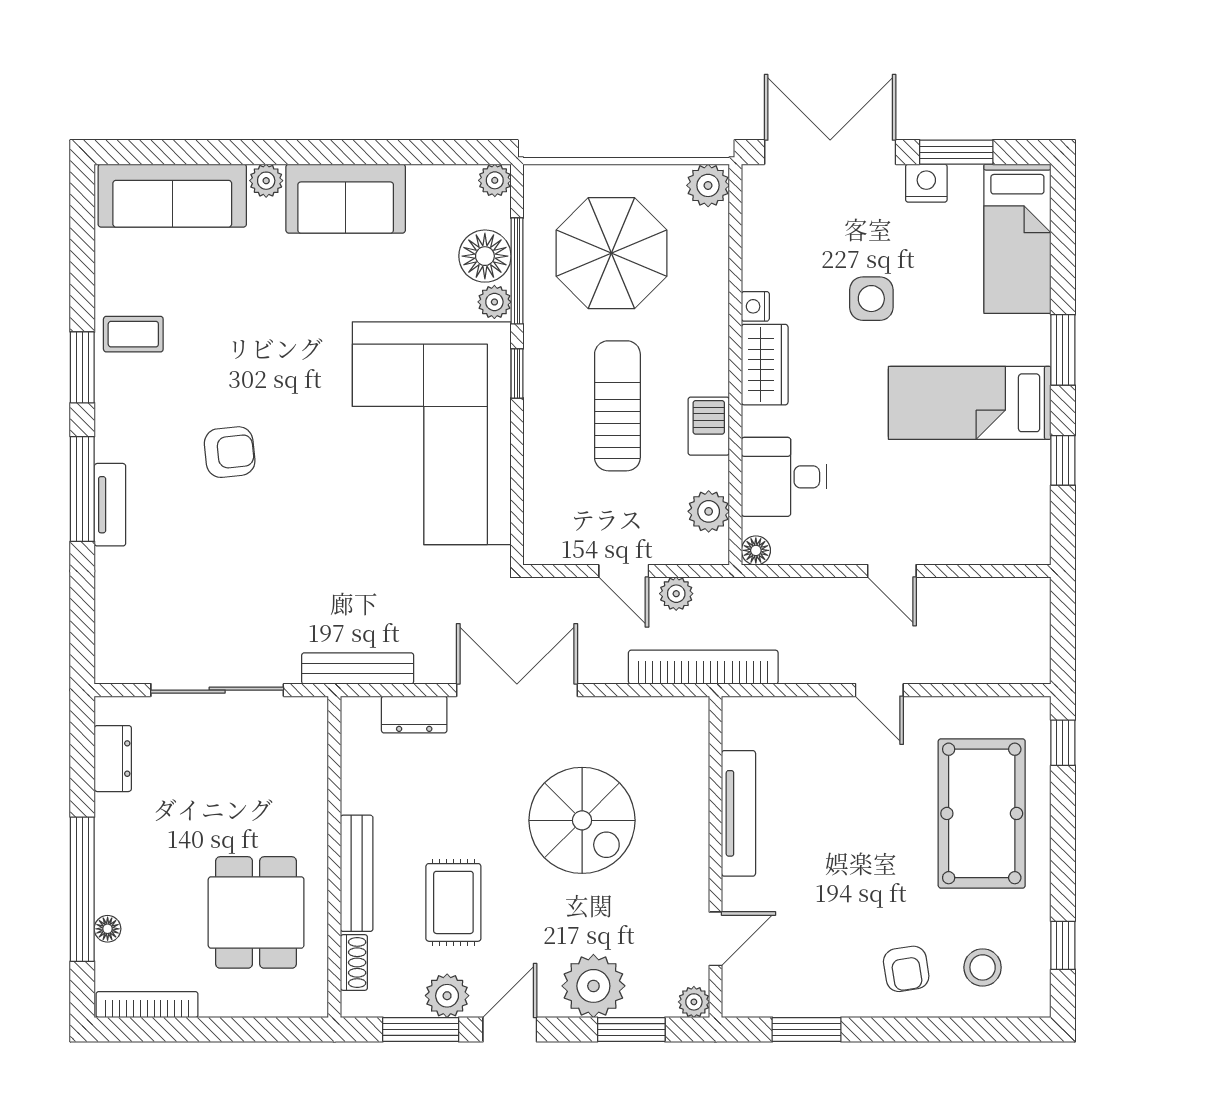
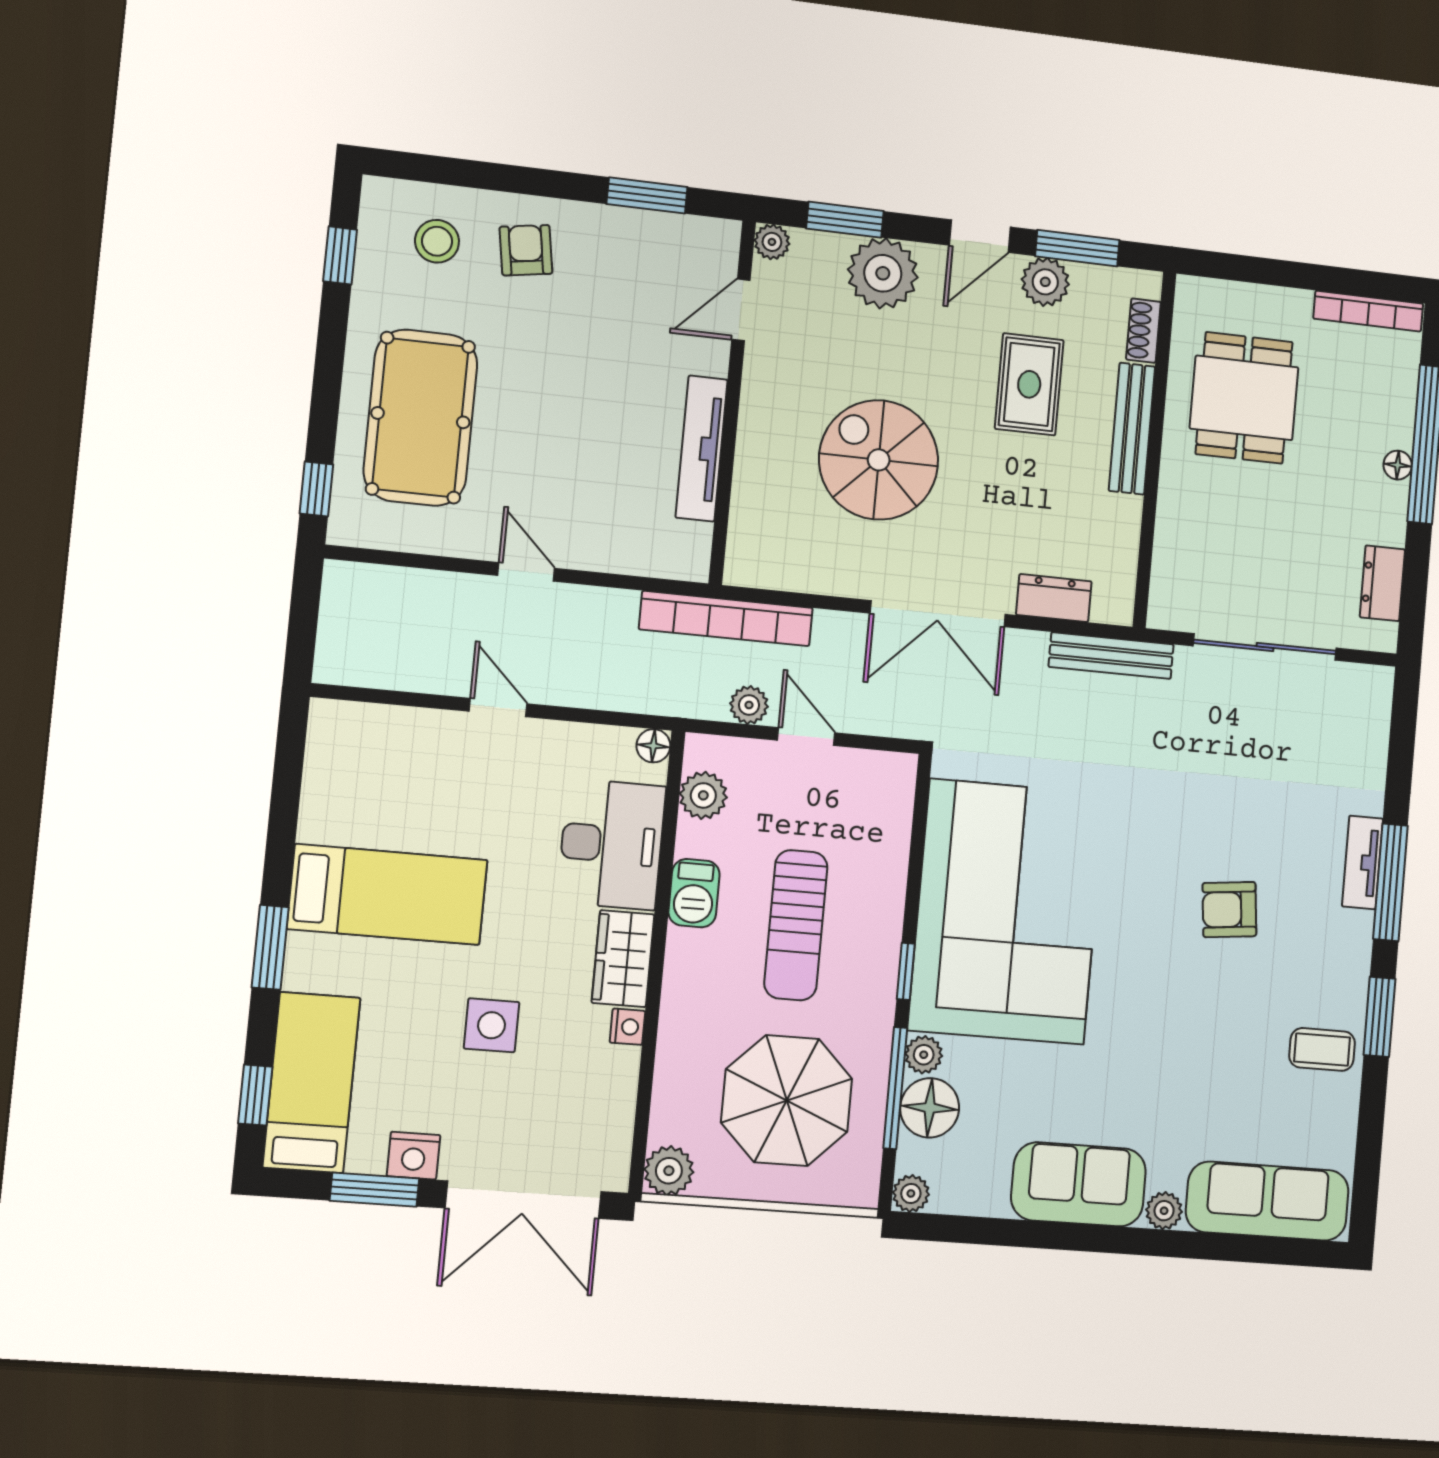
window: (1063, 460) -> (255, 1095), moved
desk: (784, 477) -> (612, 844), width x1.37
floor lamp: (108, 929) -> (1398, 465), moved

